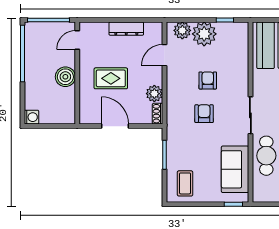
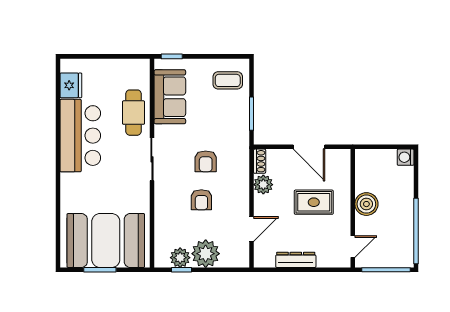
plant: (182, 30) -> (180, 258), moved
coffee table: (185, 183) -> (228, 80), turned 90

